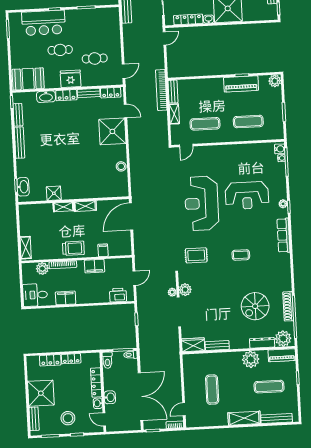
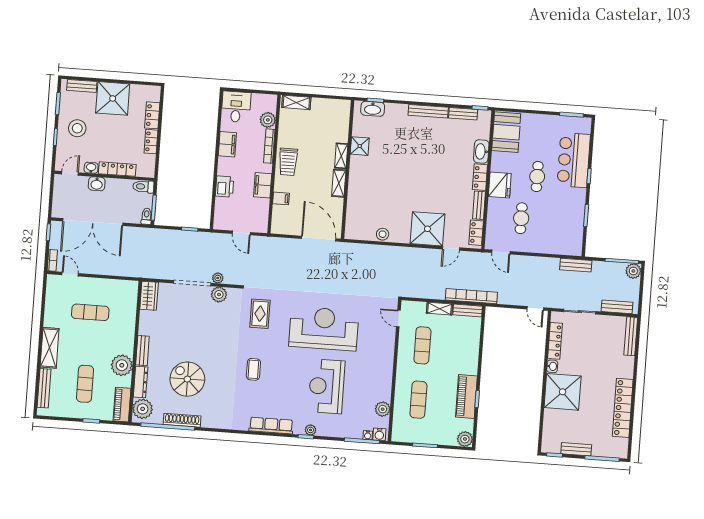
plant: (259, 149) -> (383, 409), added
printer: (118, 295) -> (225, 187), moved
bench: (217, 346) -> (142, 351), moved

